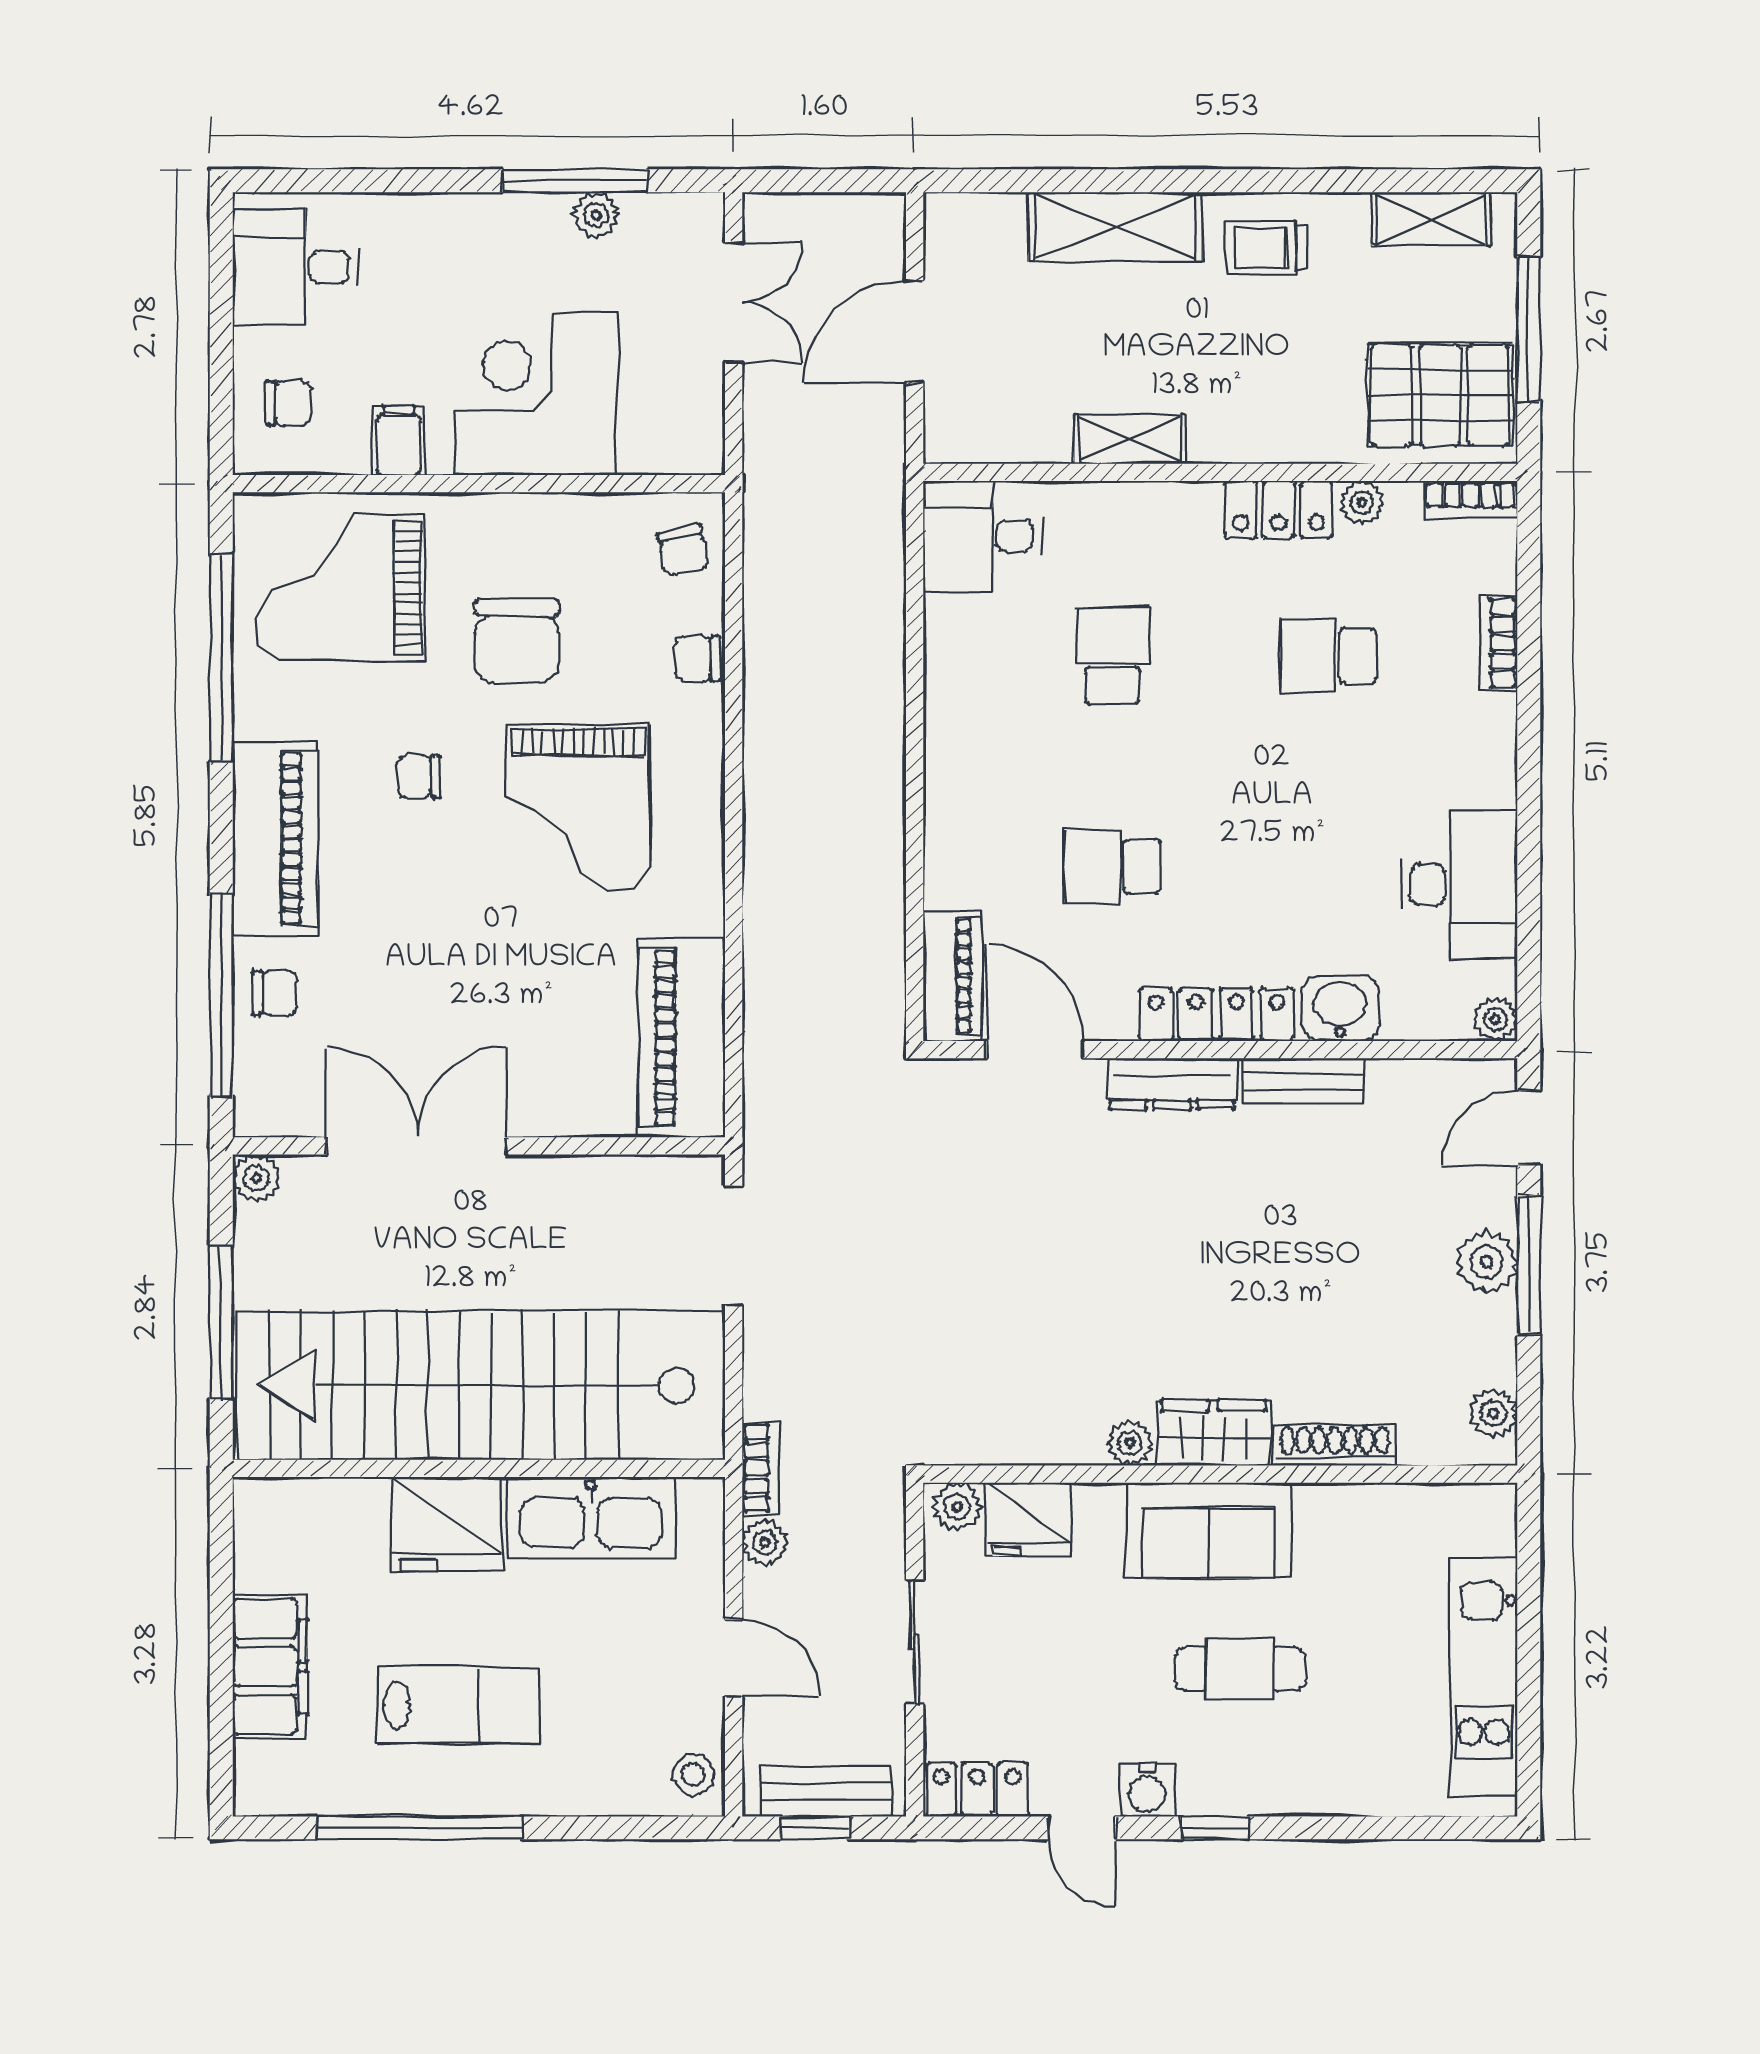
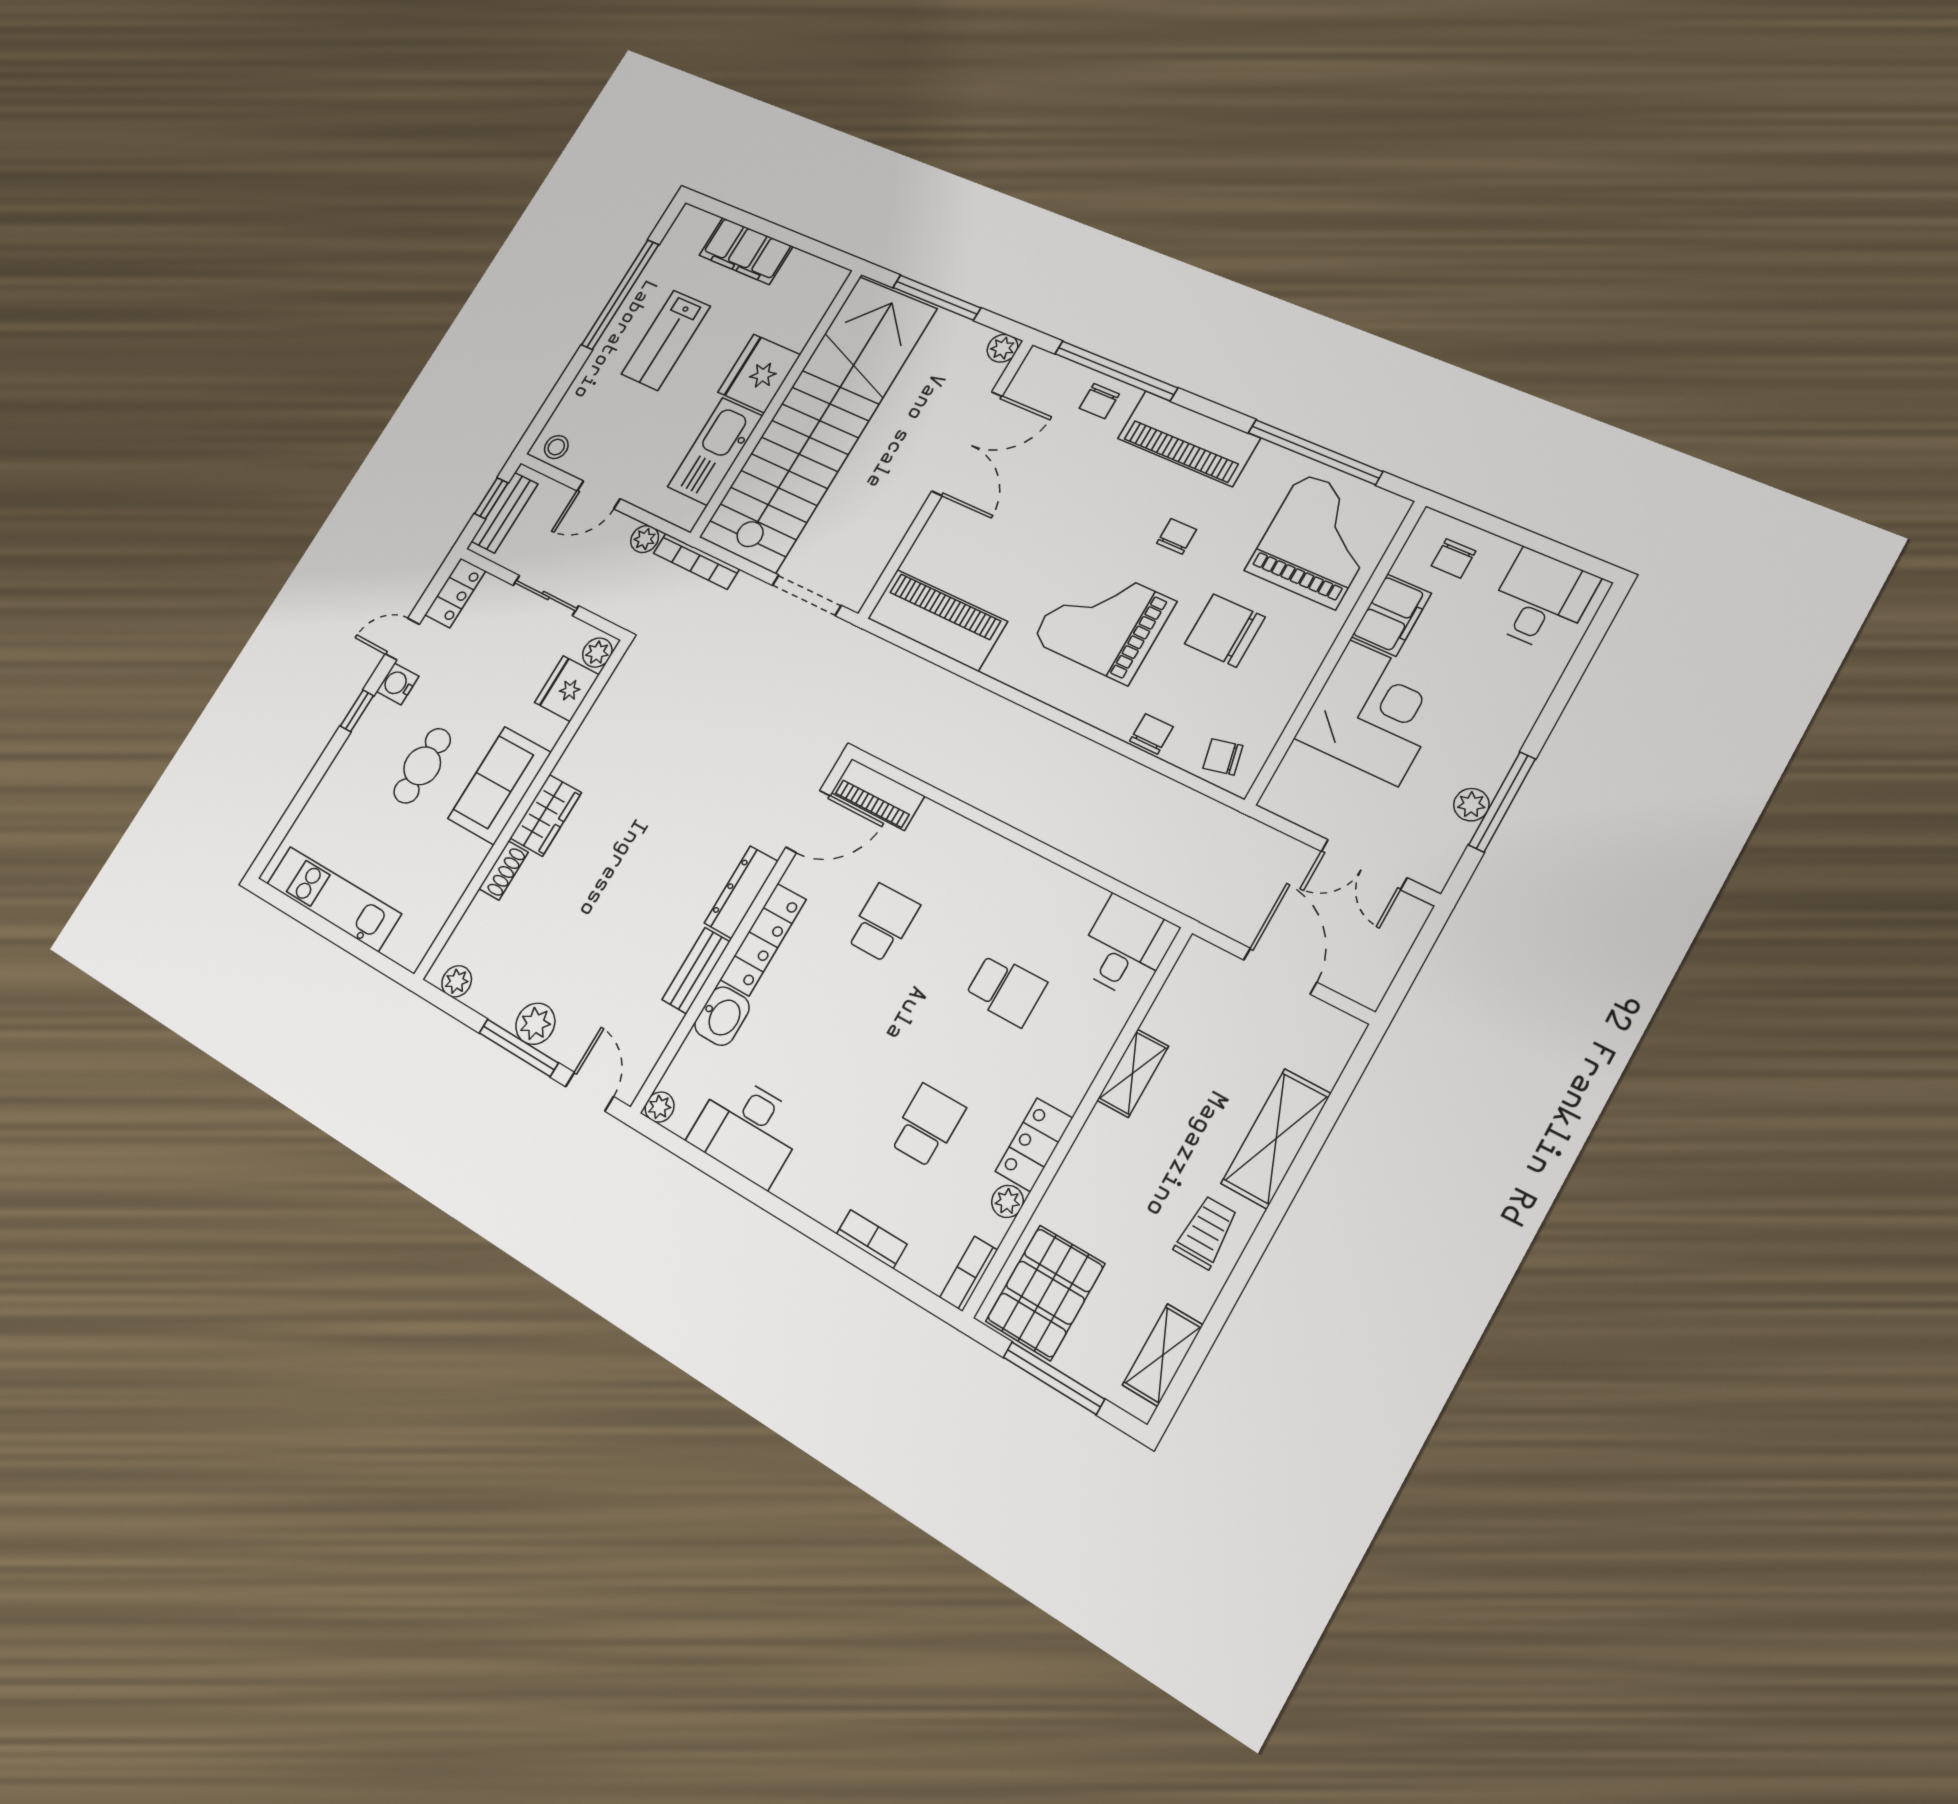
filing cabinet: (399, 440) -> (1391, 615), width x2.00
plant: (1130, 1443) -> (570, 765), removed
shoe rack: (1335, 1445) -> (504, 870), width x0.70
bookcase: (761, 1468) -> (696, 561), width x1.56

